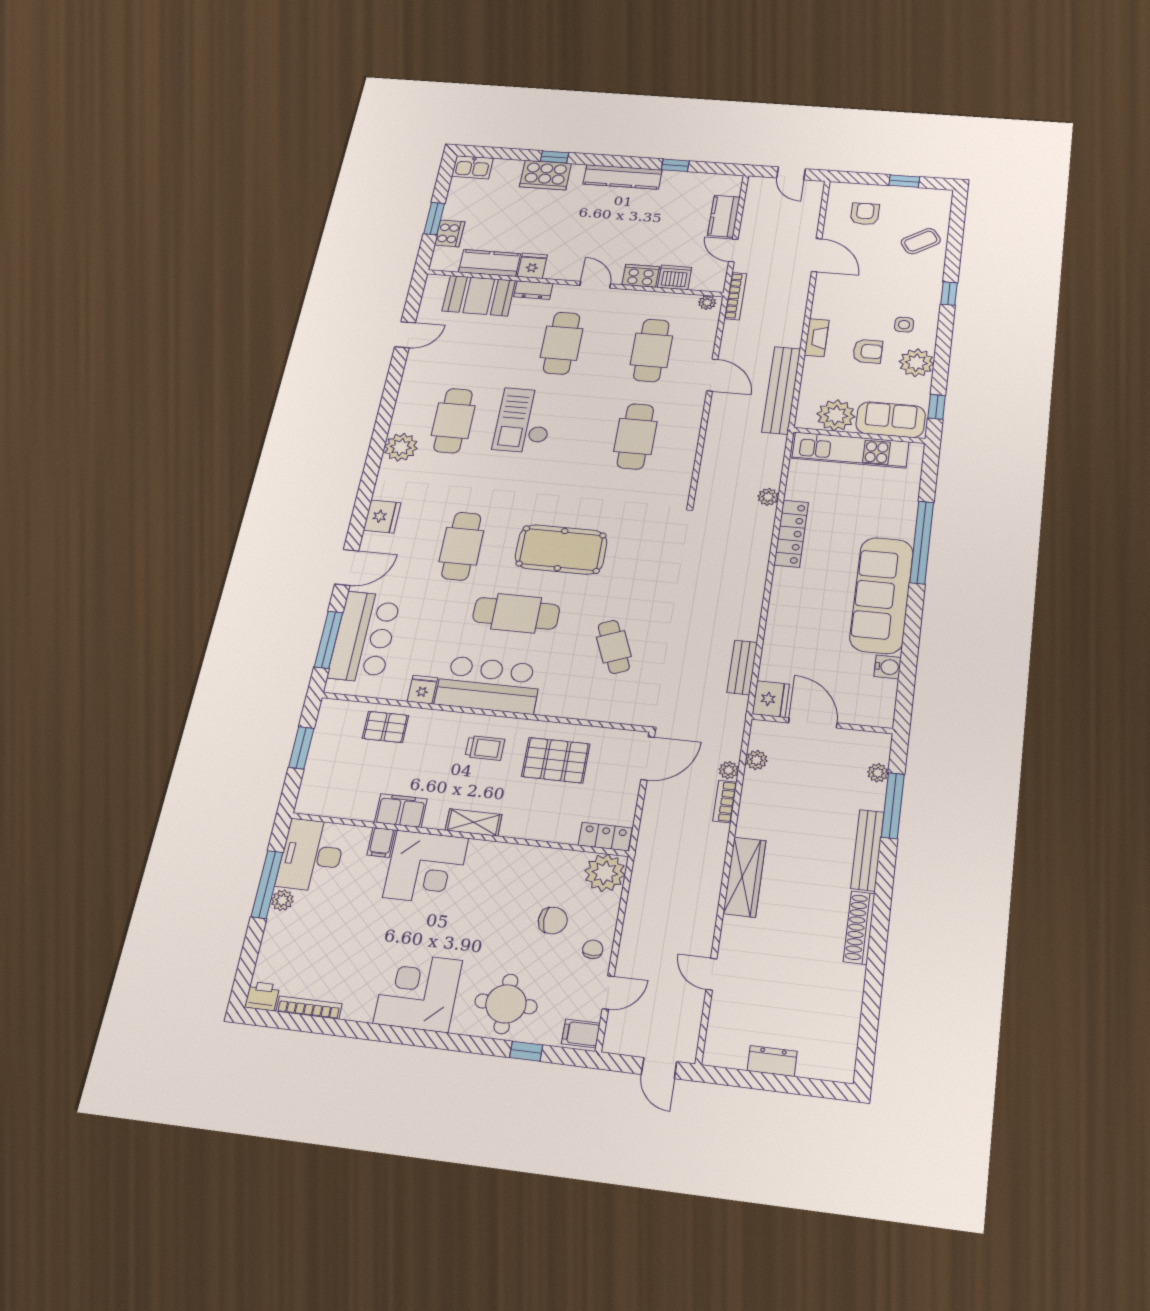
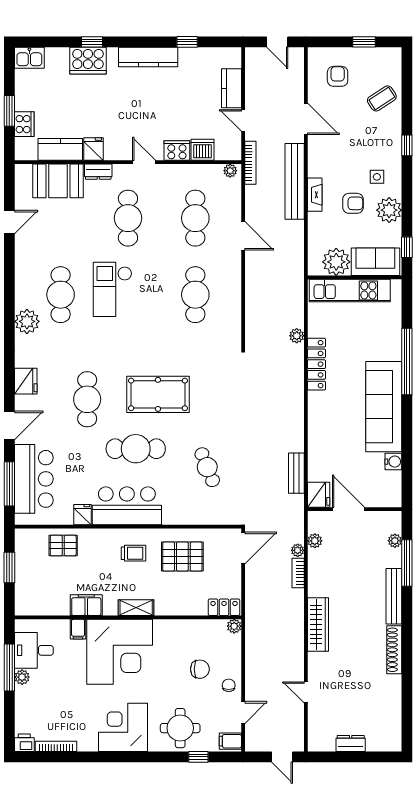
bench: (781, 390) -> (295, 181), moved
desk: (311, 855) -> (34, 650), width x0.73
corner desk: (426, 868) -> (120, 652), width x1.36, depth x1.36
plant: (605, 873) -> (234, 626), width x0.53, depth x0.53

